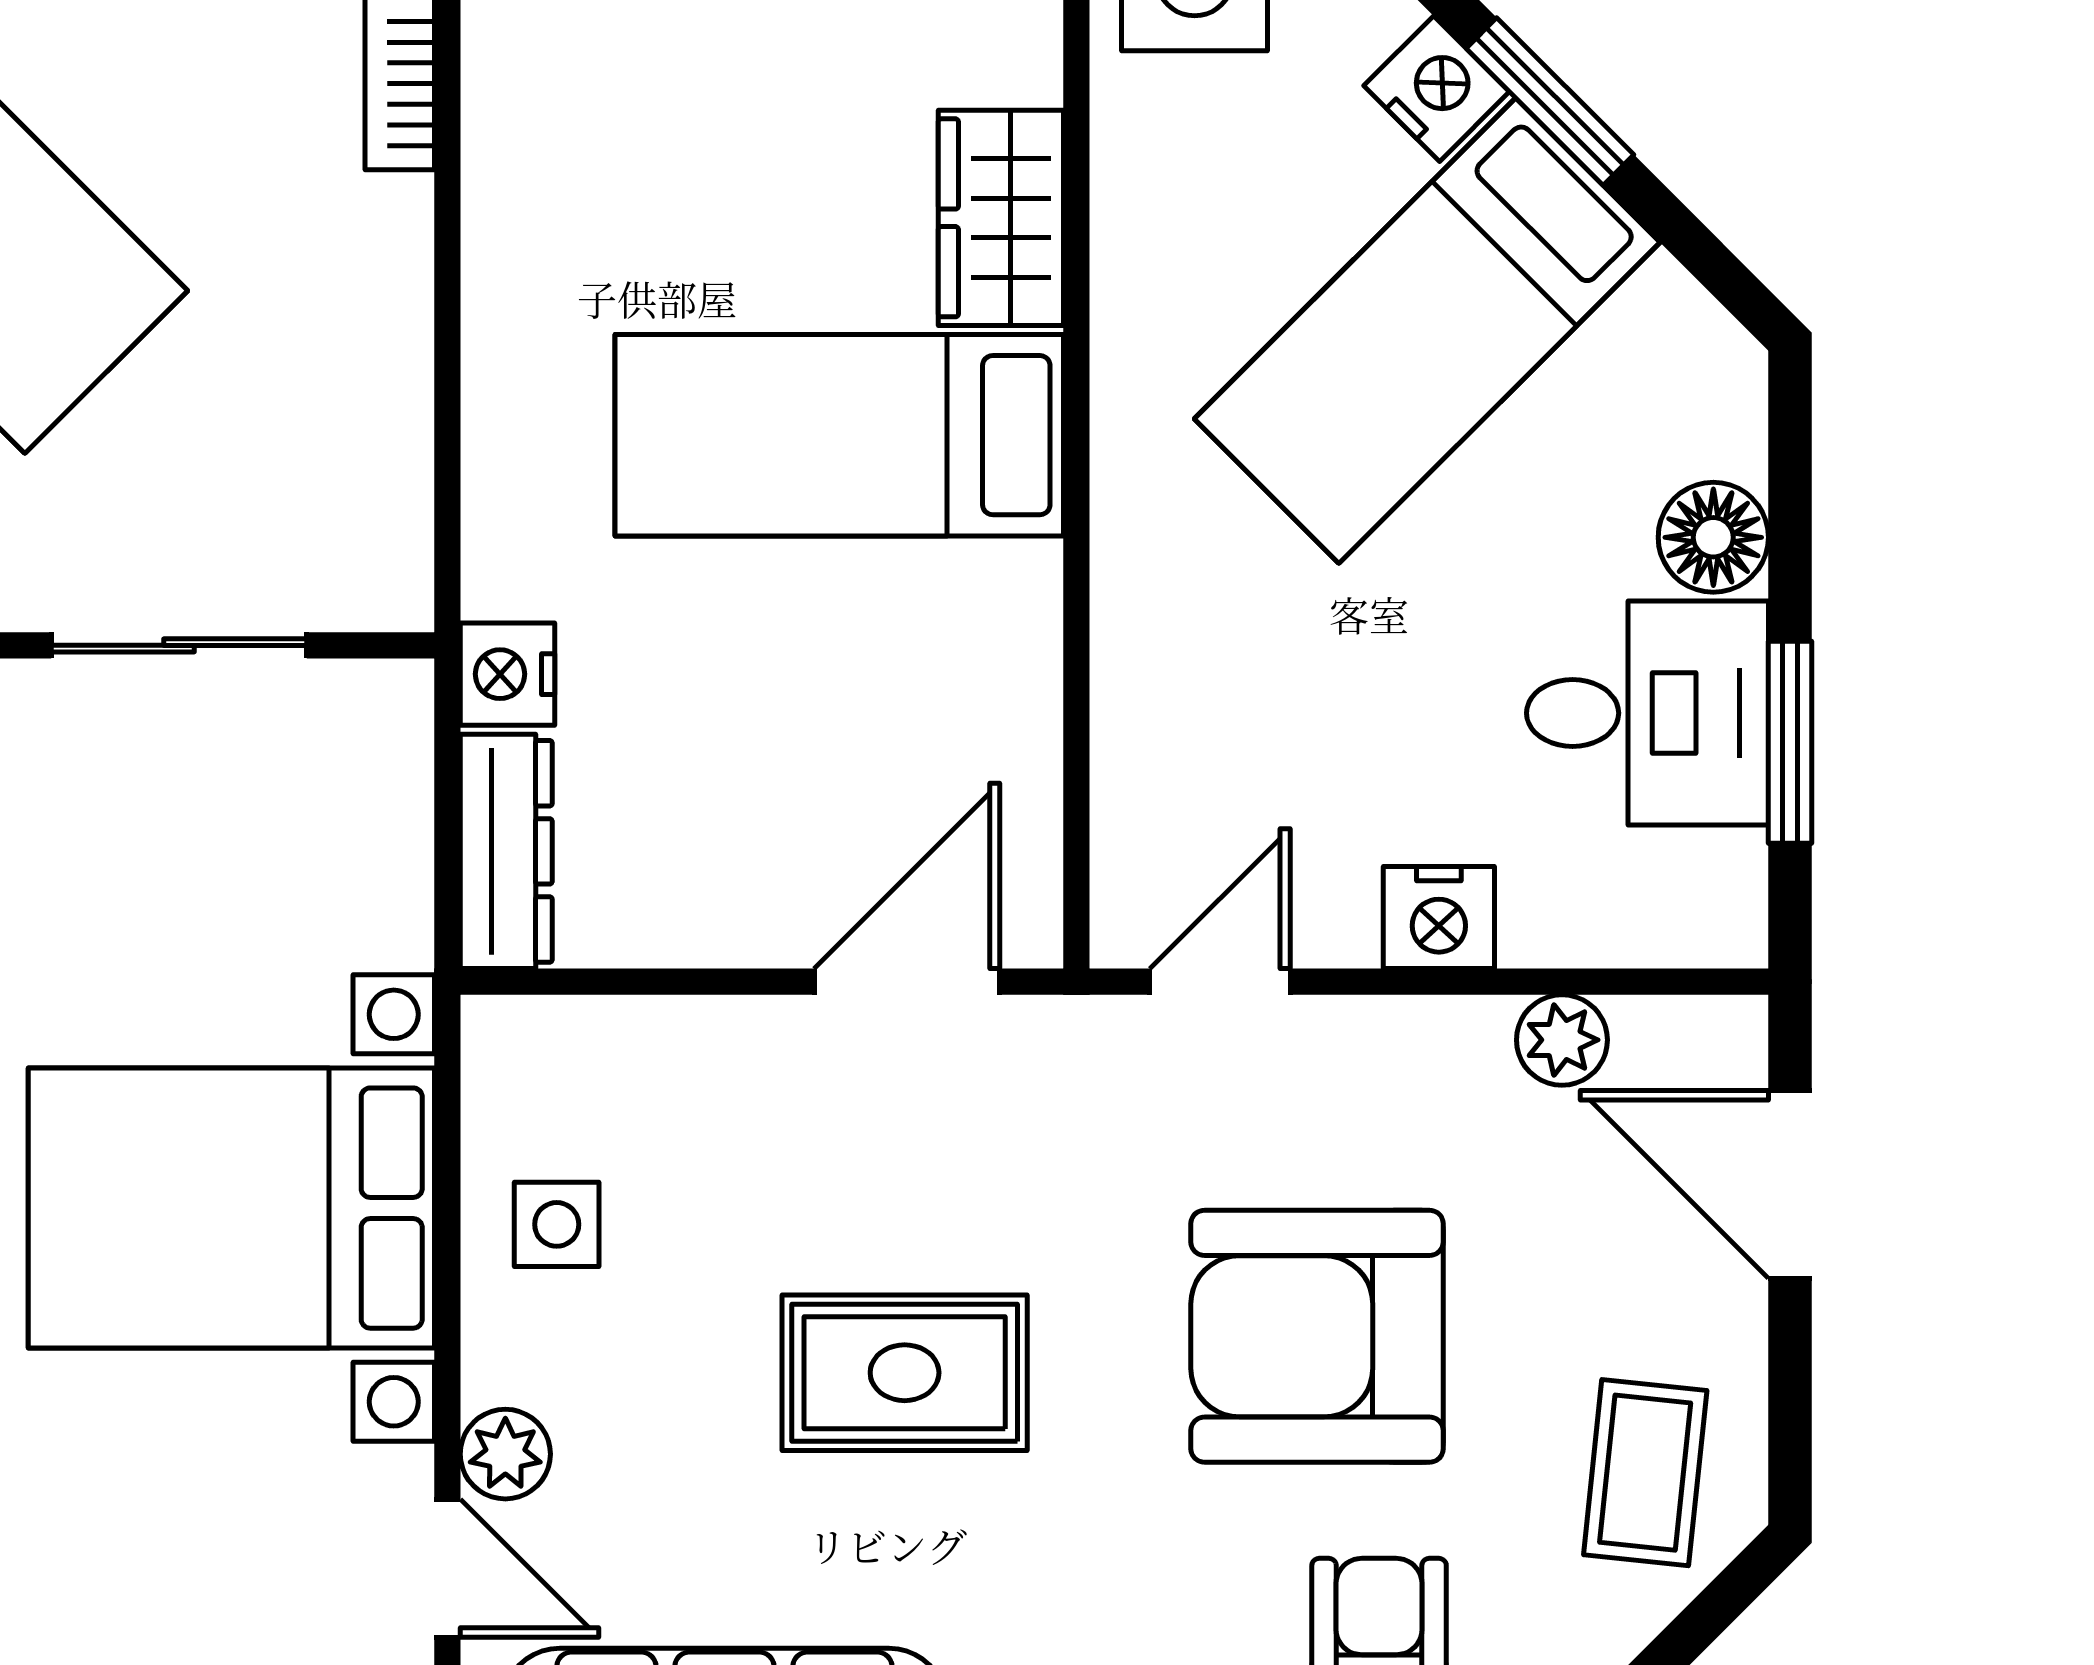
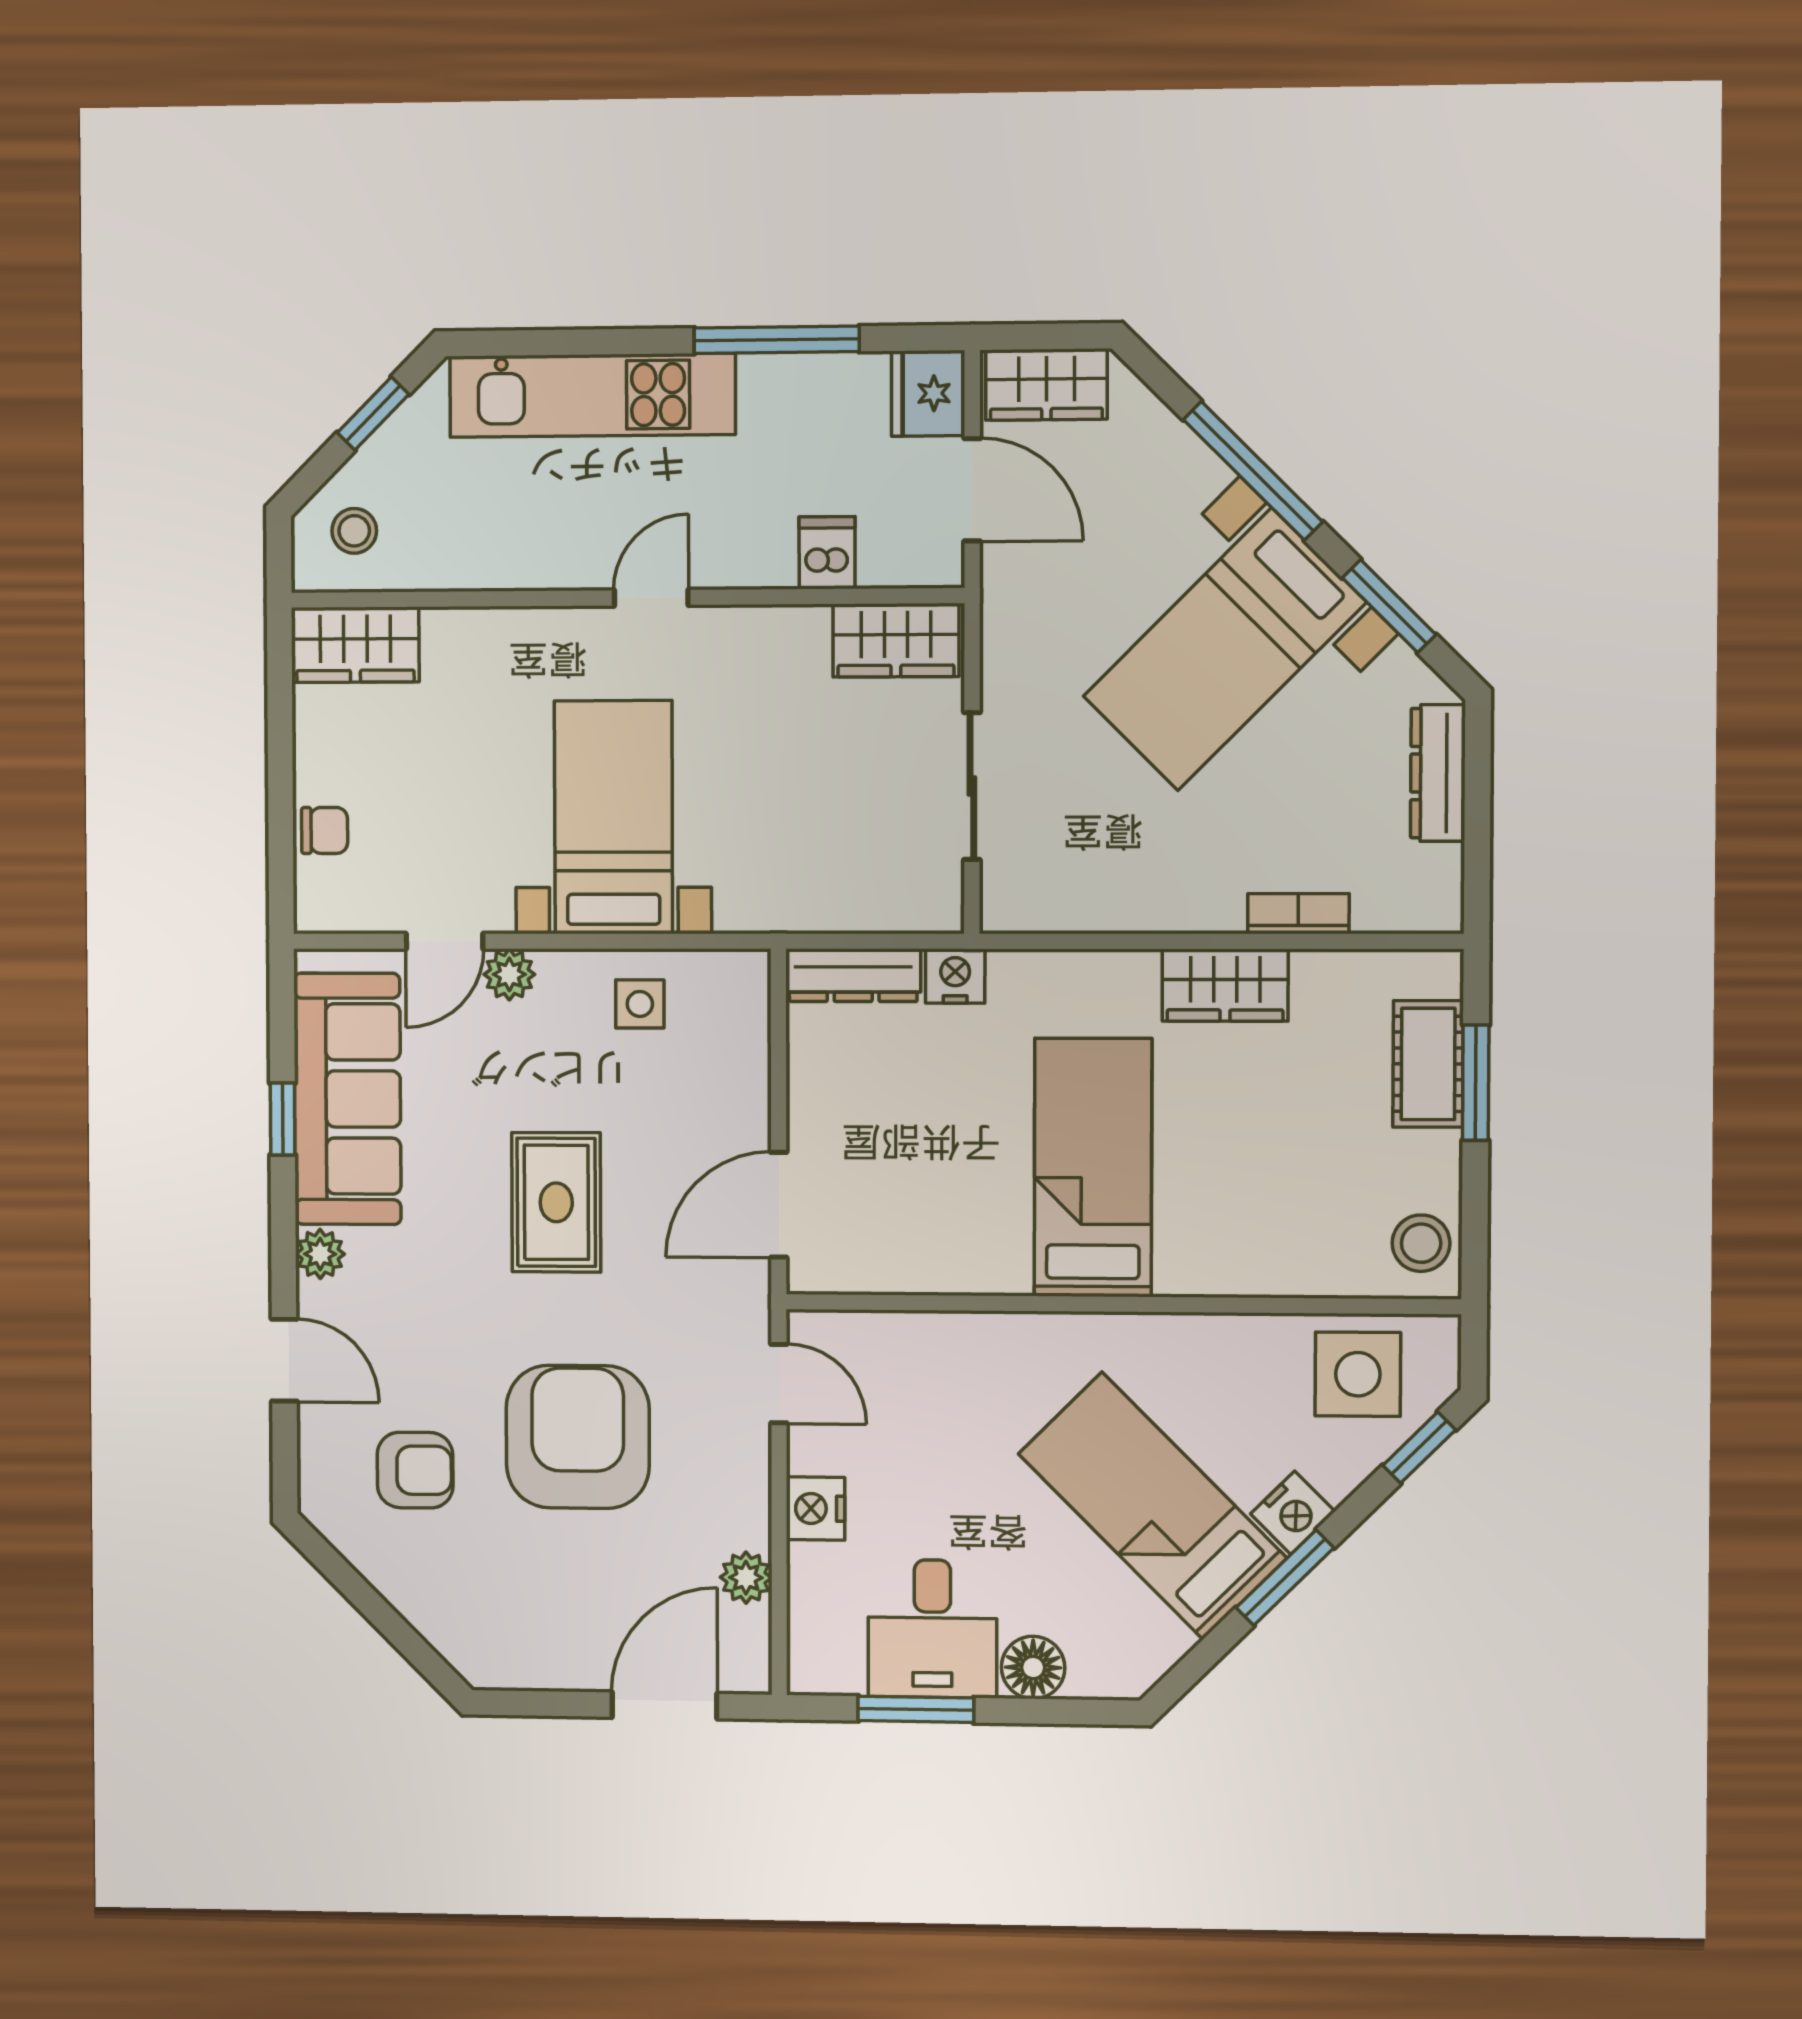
wardrobe: (1001, 218) -> (1225, 985), moved, turned 180
door: (907, 982) -> (779, 1205), swing flipped
bed with nightstands: (231, 1208) -> (613, 817), width x0.73
coffee table: (1645, 1473) -> (502, 1621), removed

